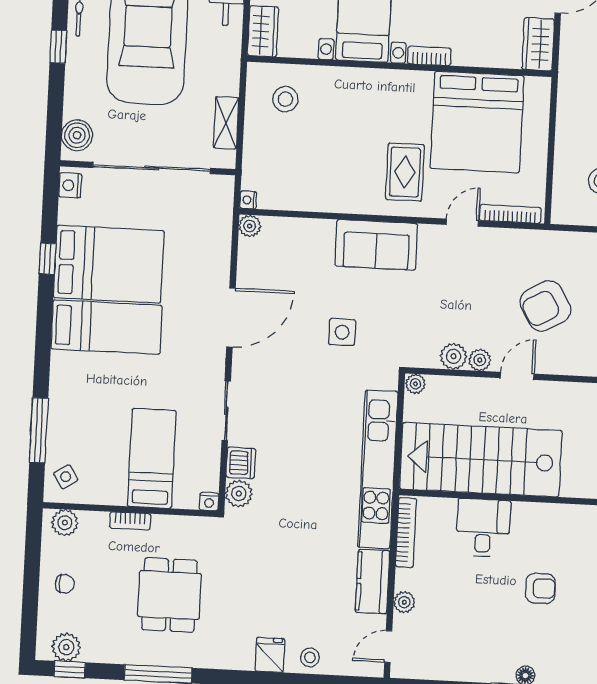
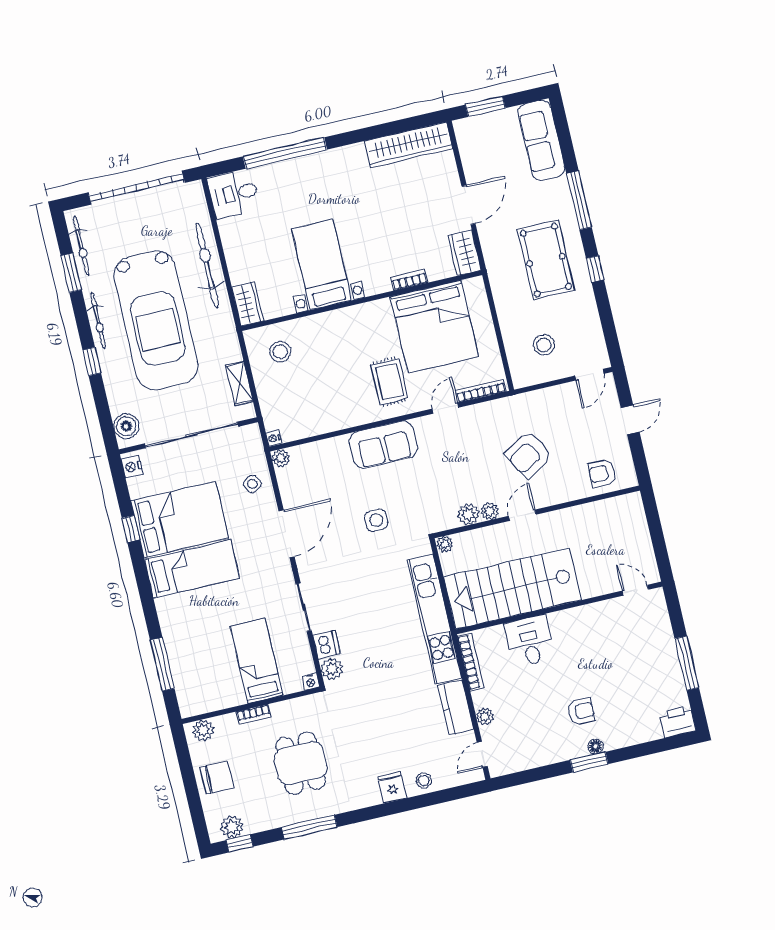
bookcase: (429, 56) -> (409, 280), moved
side table: (66, 477) -> (252, 484), moved
chair: (65, 584) -> (217, 778), width x1.87, depth x1.87
armchair: (540, 588) -> (581, 711), moved

